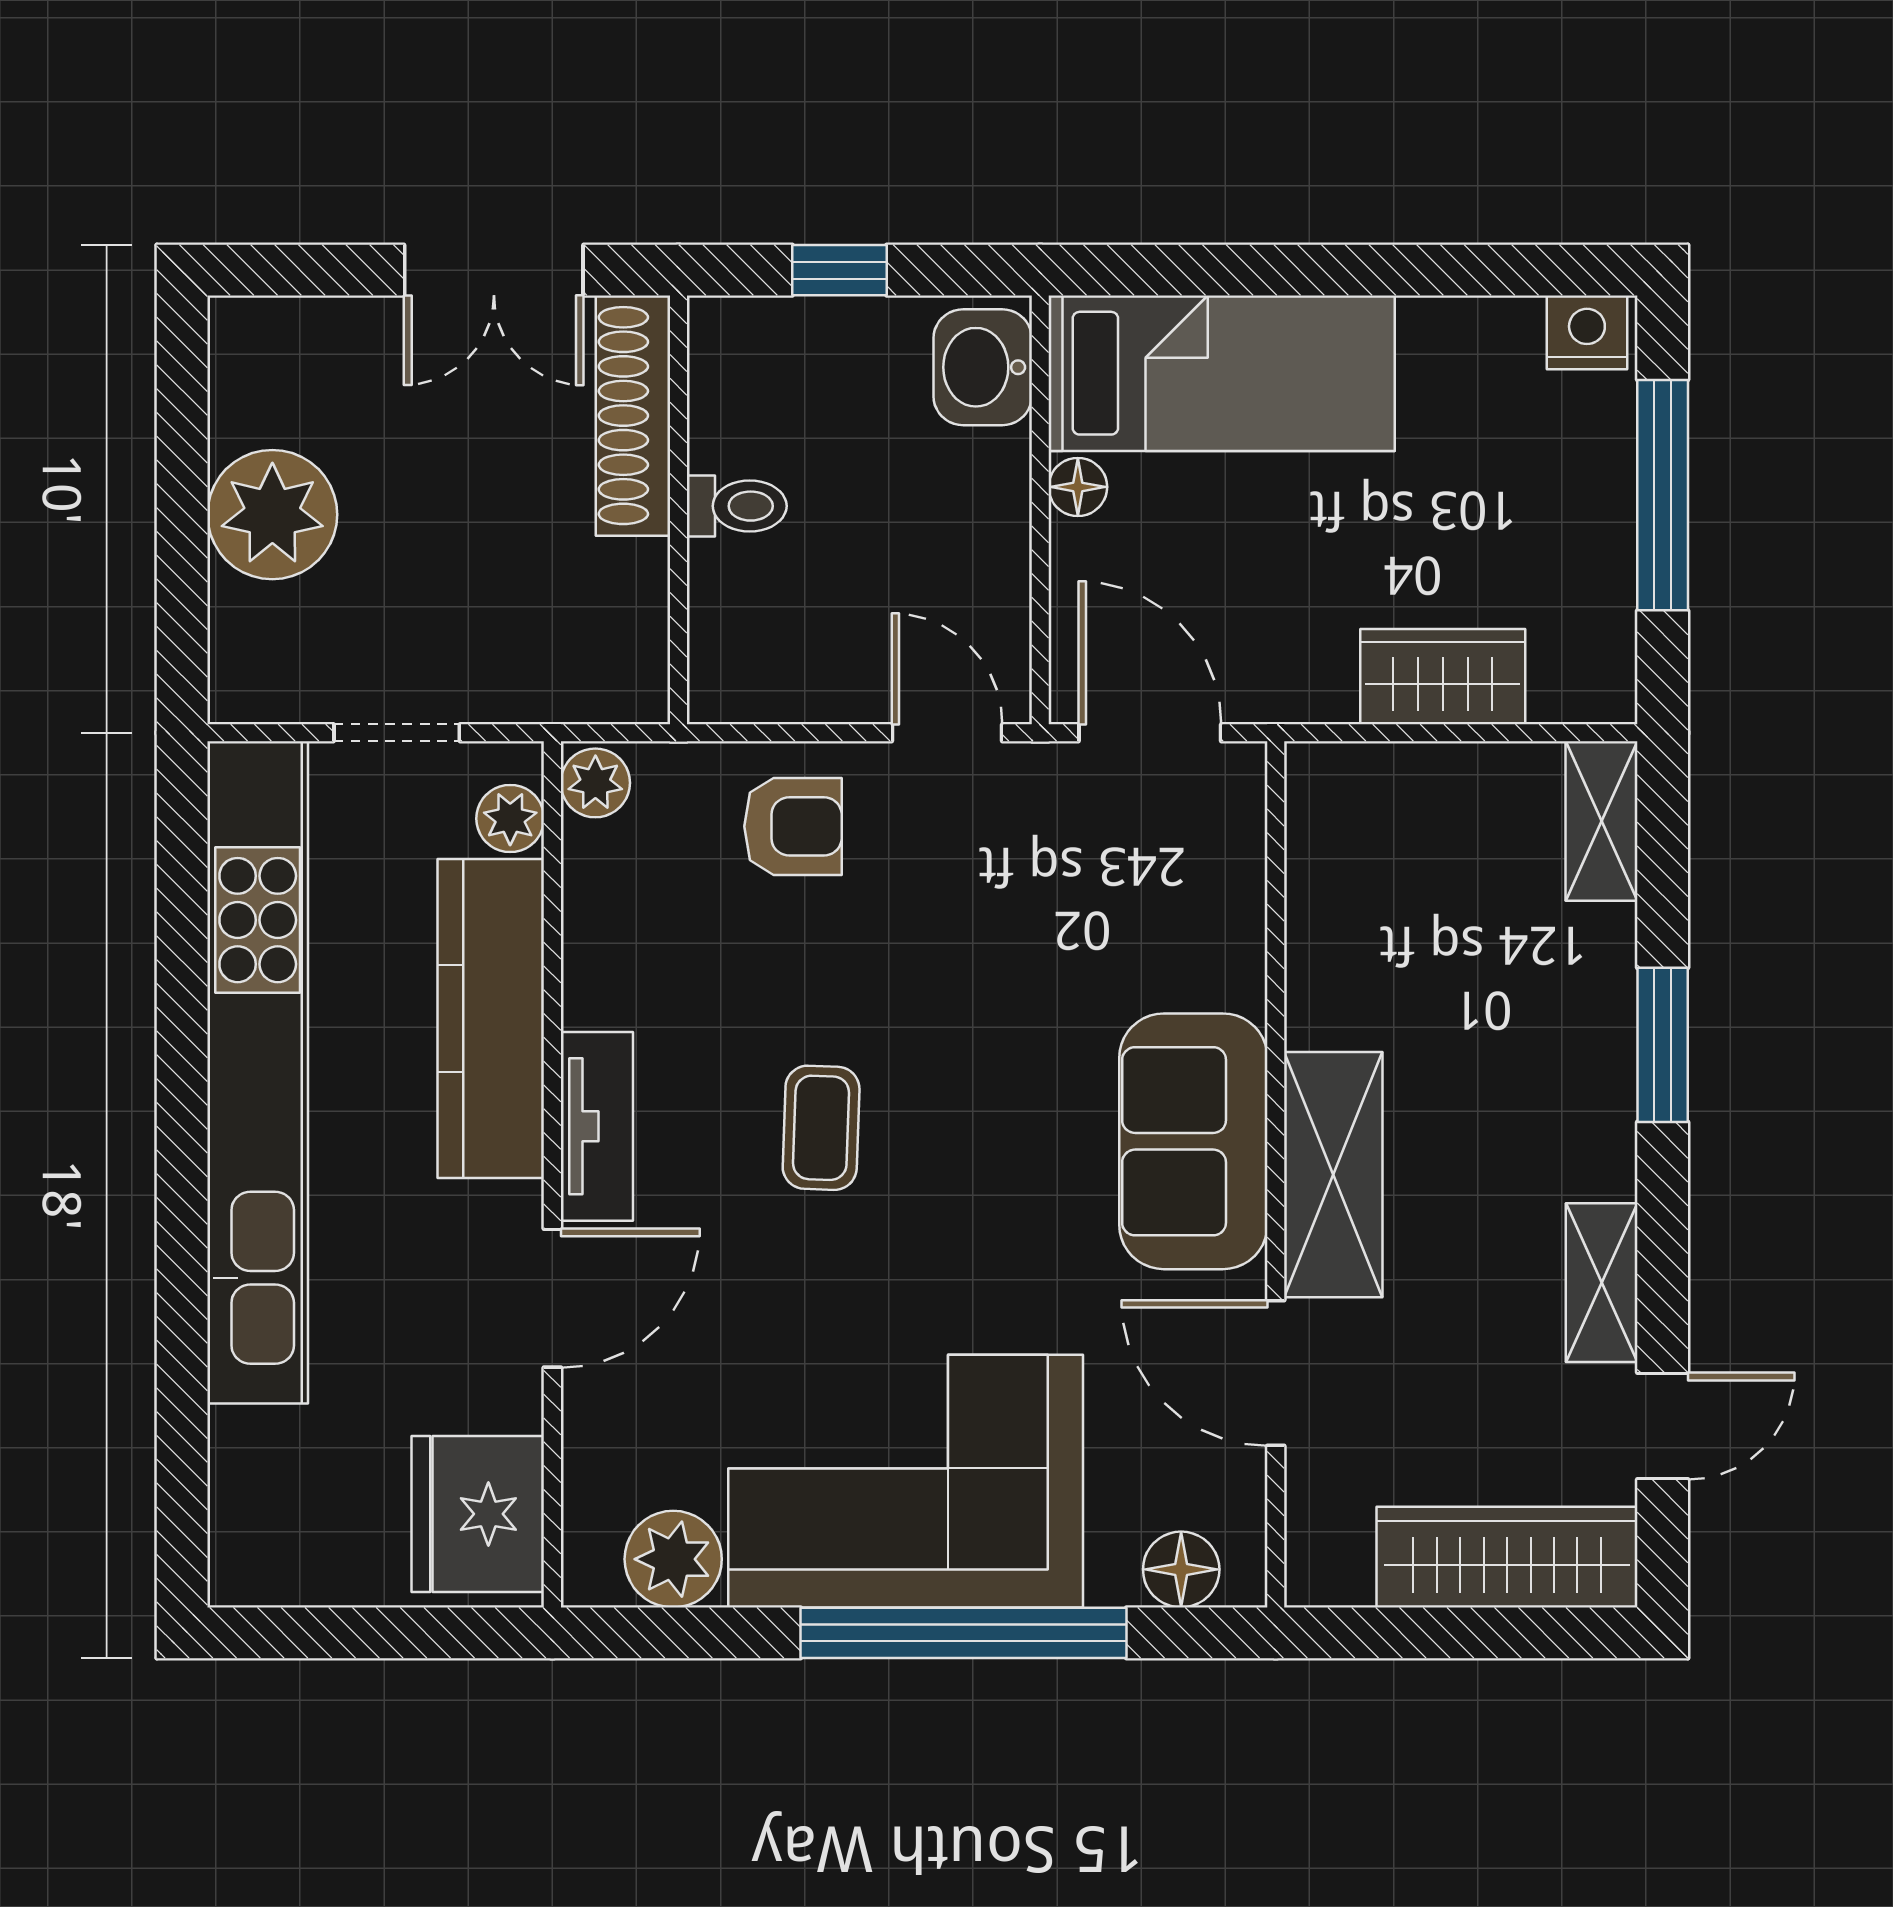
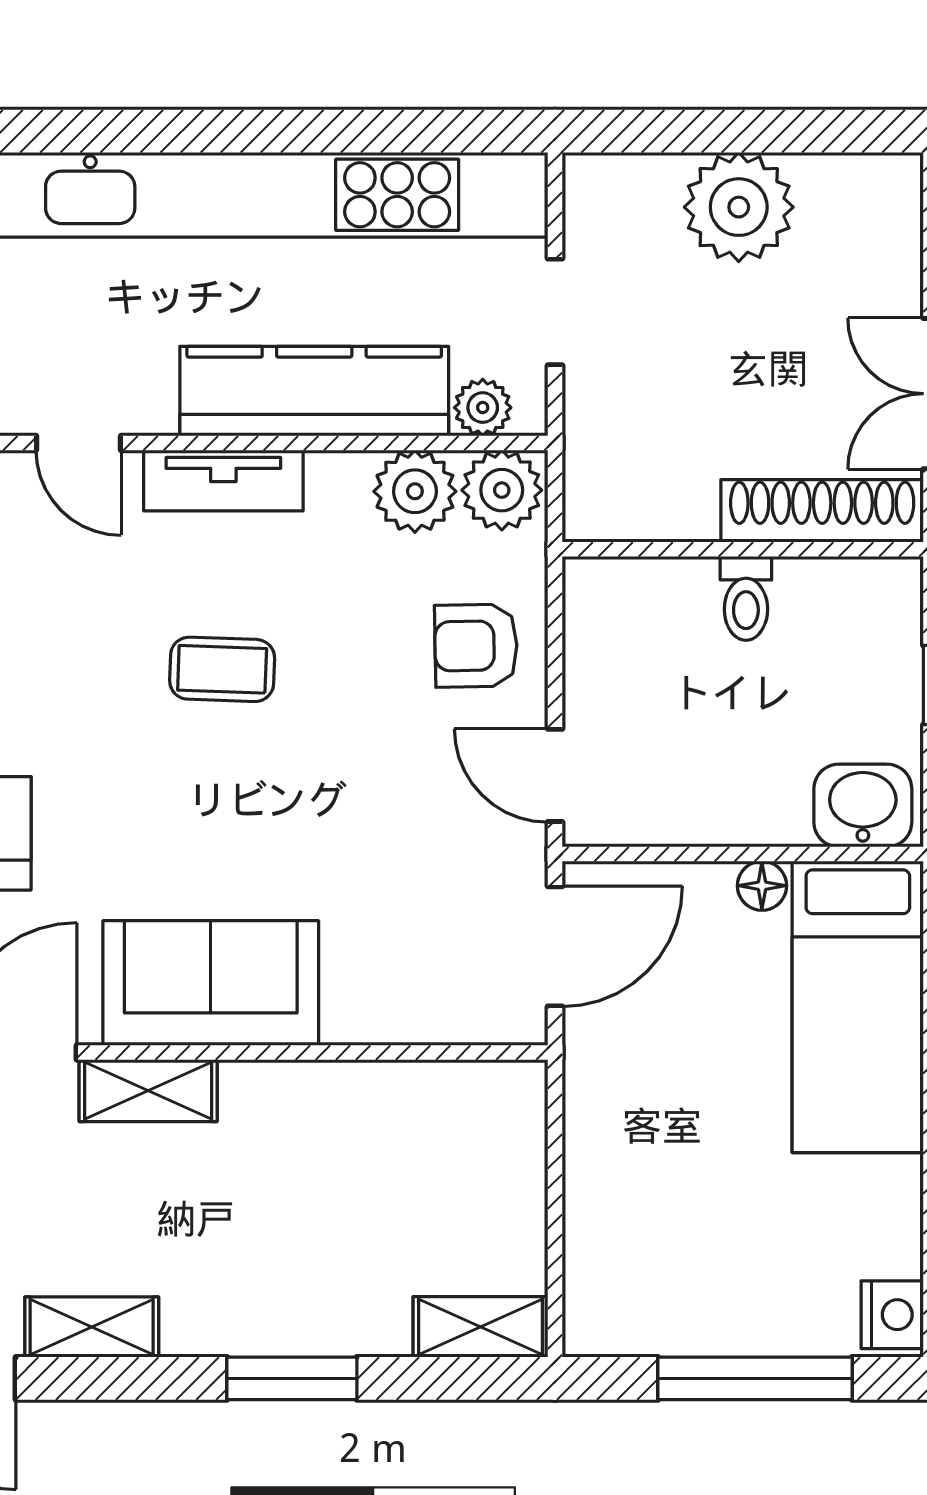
wardrobe: (1443, 677) -> (602, 1193), removed
door: (947, 733) -> (555, 775), swing flipped
plant: (595, 783) -> (502, 490), width x1.38, depth x1.38
armchair: (793, 826) -> (476, 646), turned 89
plant: (610, 899) -> (415, 491), added
shelving: (1333, 1175) -> (148, 1091), width x0.67, depth x0.75
door: (552, 1298) -> (79, 443), width x0.73

